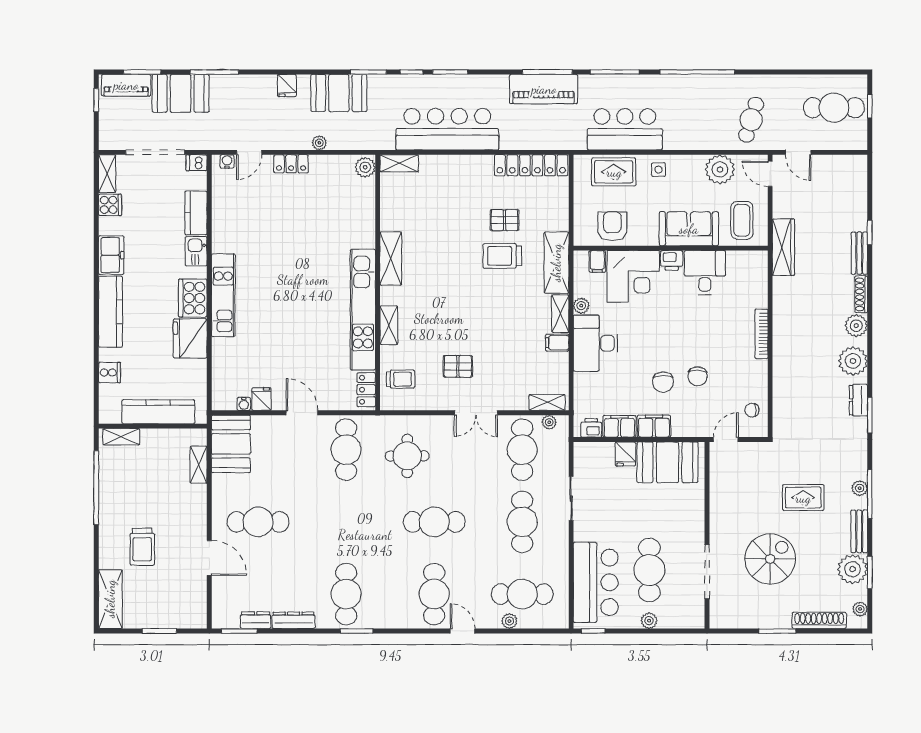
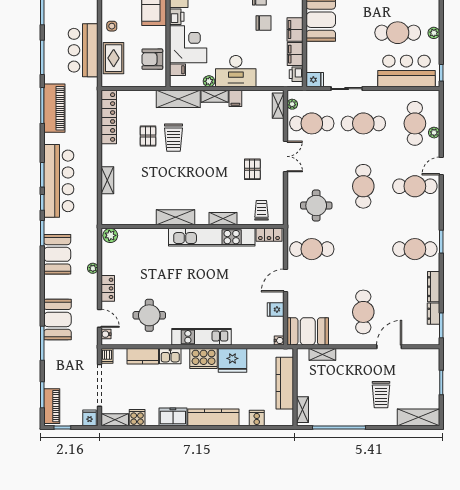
fridge: (287, 85) -> (90, 418), moved, turned -90
booth: (181, 93) -> (57, 319), moved
bar counter: (447, 129) -> (59, 181), moved, turned 180
shelving: (399, 163) -> (107, 180), moved
round table: (253, 222) -> (149, 315), added
water cooler: (244, 404) -> (279, 340), moved
fridge: (625, 454) -> (315, 80), moved
trolley: (142, 547) -> (381, 395), turned 90

